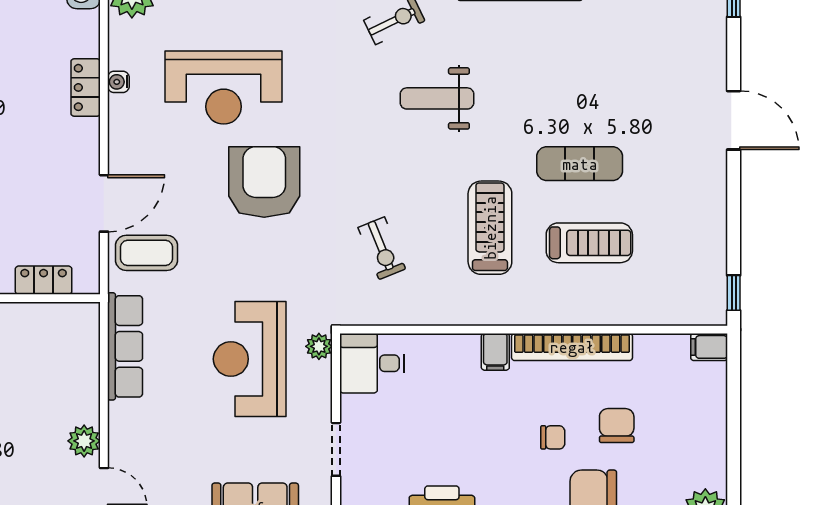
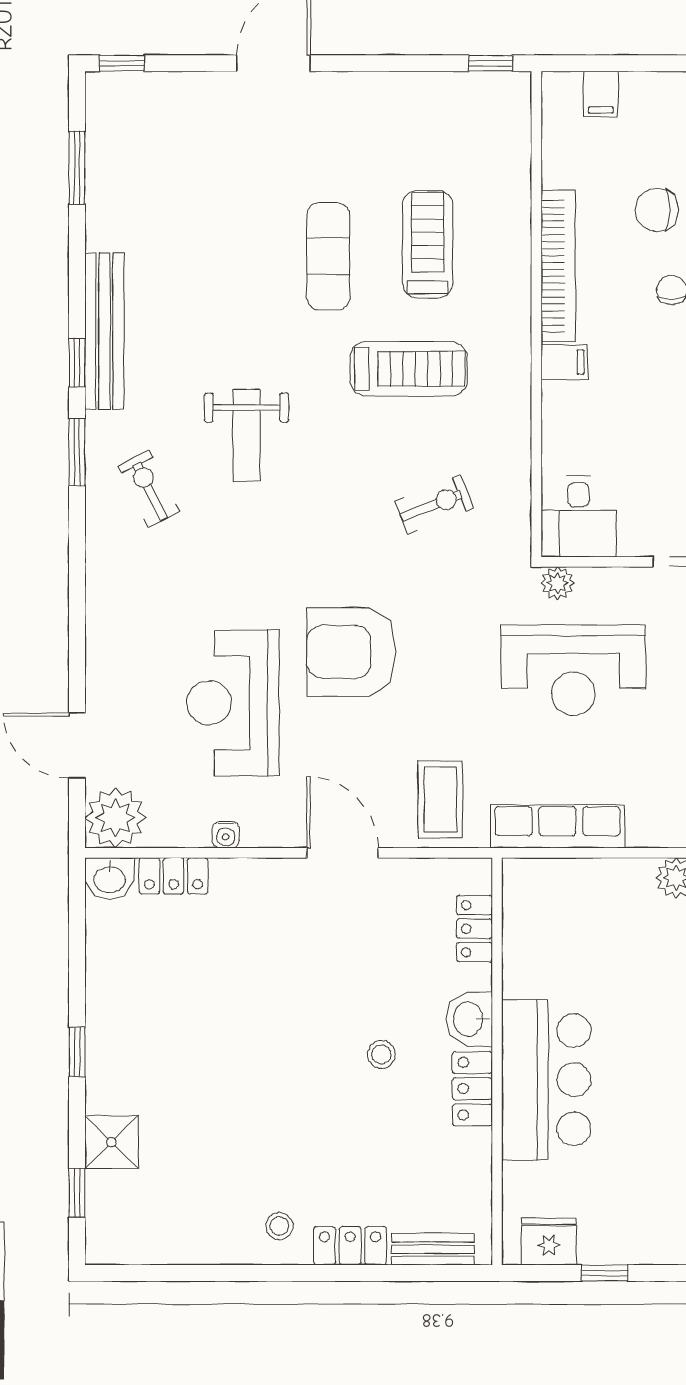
locker: (86, 87) -> (174, 876), moved
reception desk: (224, 88) -> (233, 703), turned 180
door: (104, 203) -> (343, 853), moved
treadmill: (490, 228) -> (409, 369), turned 180
filing cabinet: (709, 347) -> (601, 94), moved

